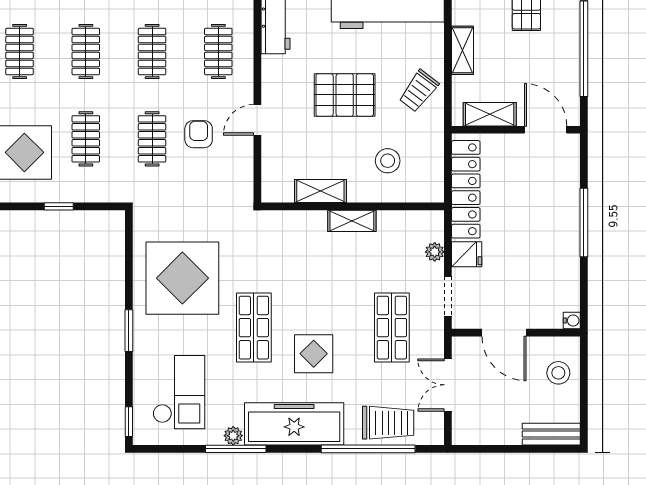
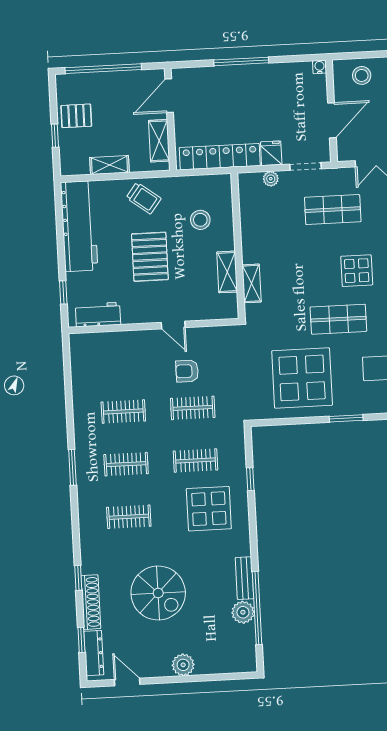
clothes rail: (218, 51) -> (121, 359), removed
shelving: (352, 221) -> (252, 283), moved

